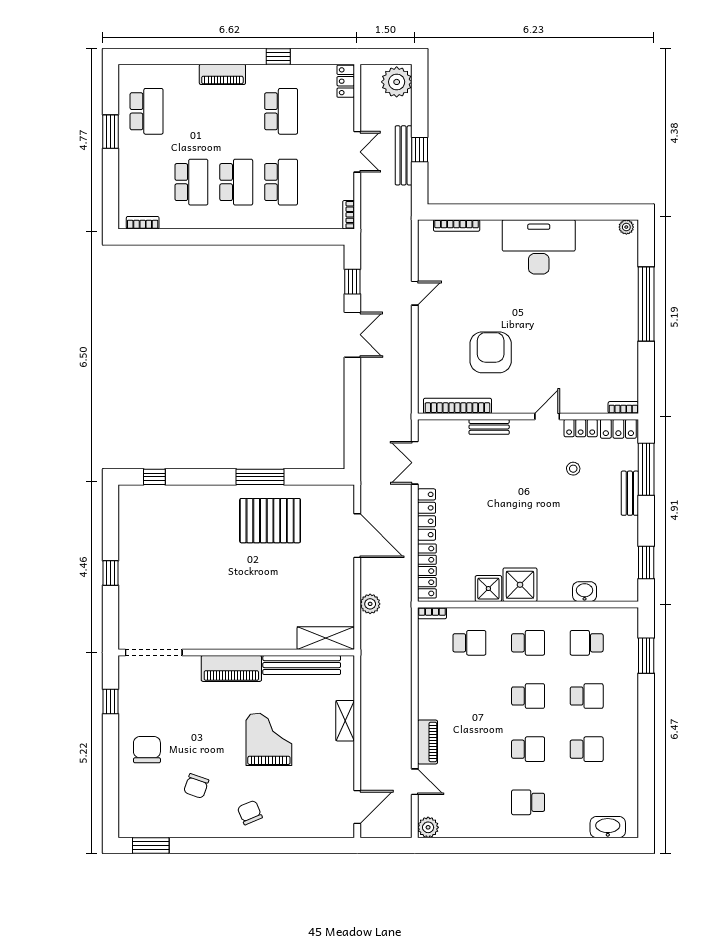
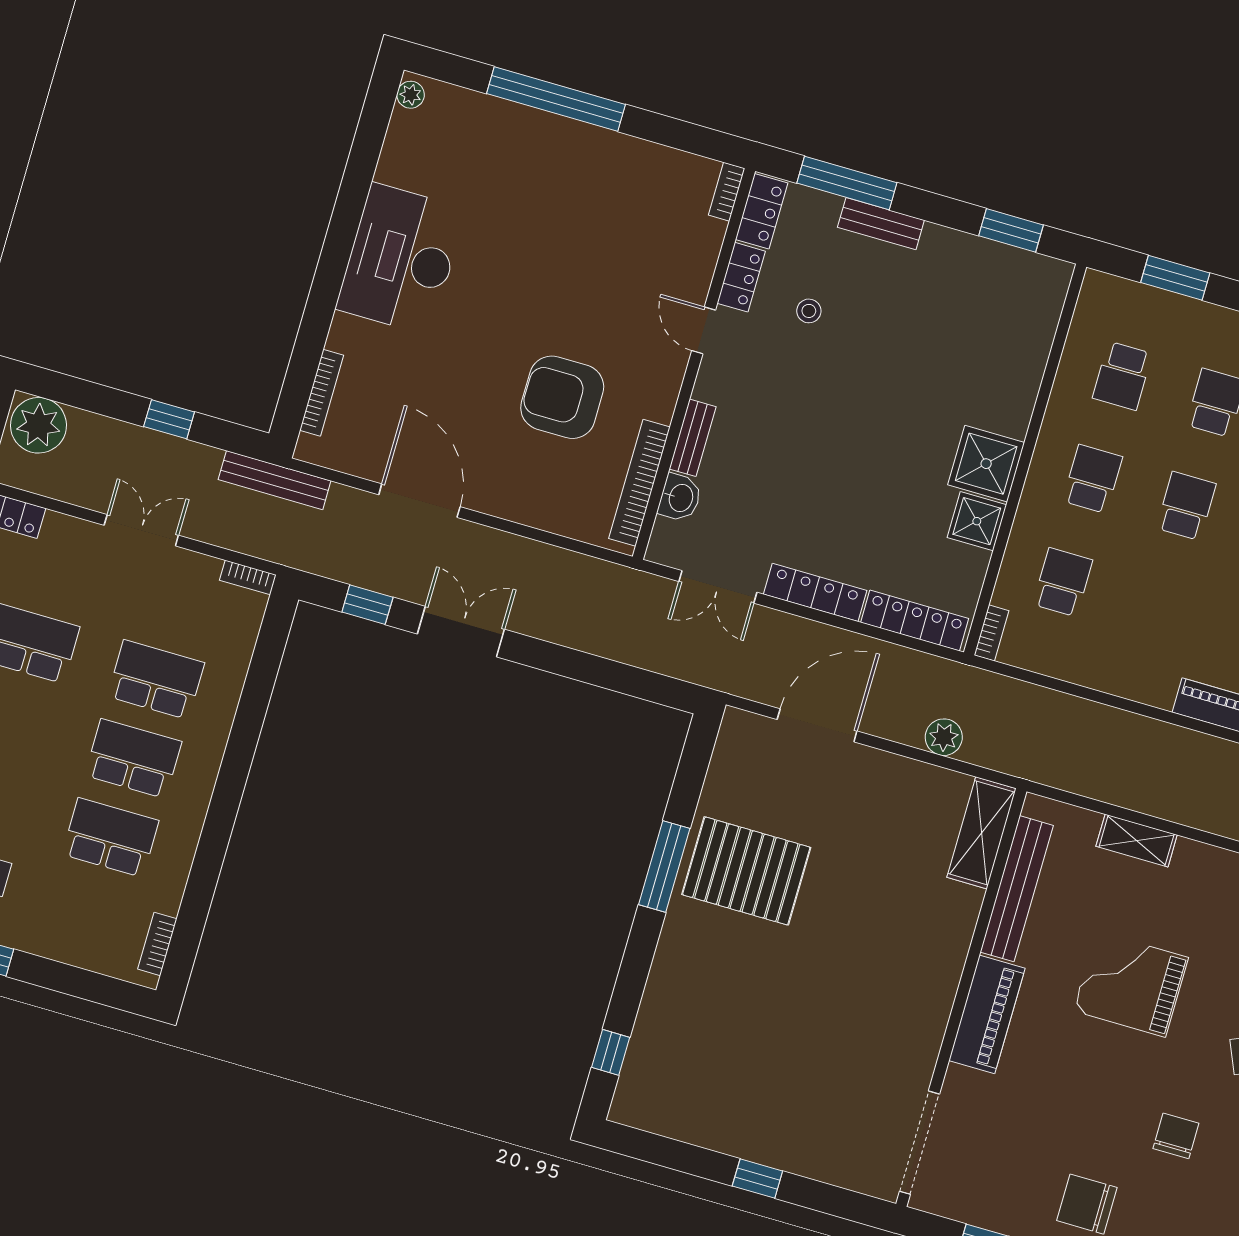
bench: (404, 155) -> (275, 480), moved
door: (415, 293) -> (419, 501), width x1.88
pallet: (270, 521) -> (746, 871), turned 90
washbasin: (585, 592) -> (680, 498), moved, turned 180
chair: (196, 786) -> (1176, 1136), turned -109

